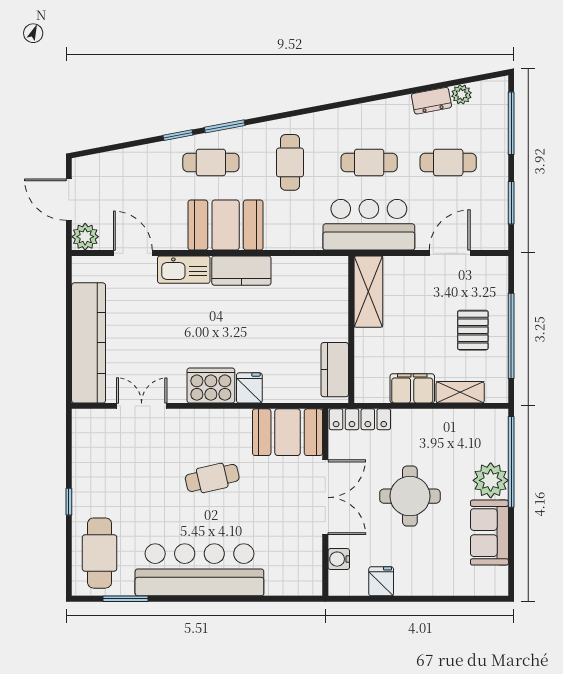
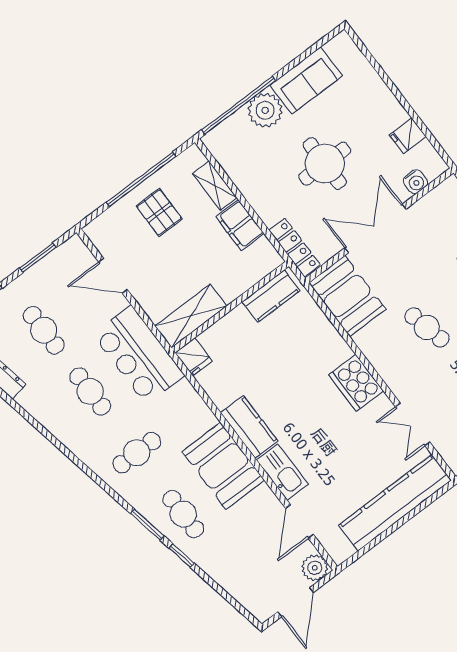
pallet: (473, 330) -> (159, 212), turned 90
fridge: (249, 388) -> (194, 357), moved, turned -90

